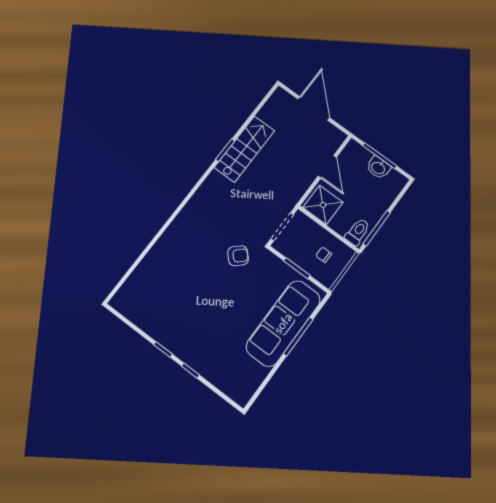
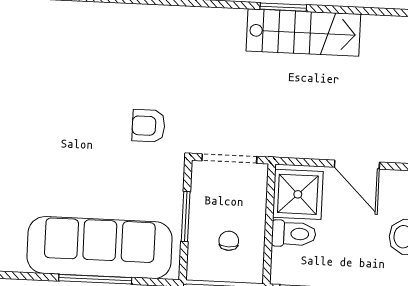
door: (327, 167) -> (357, 165), hinge flipped
toilet: (357, 232) -> (294, 234), moved
armchair: (238, 256) -> (148, 126), turned 134

